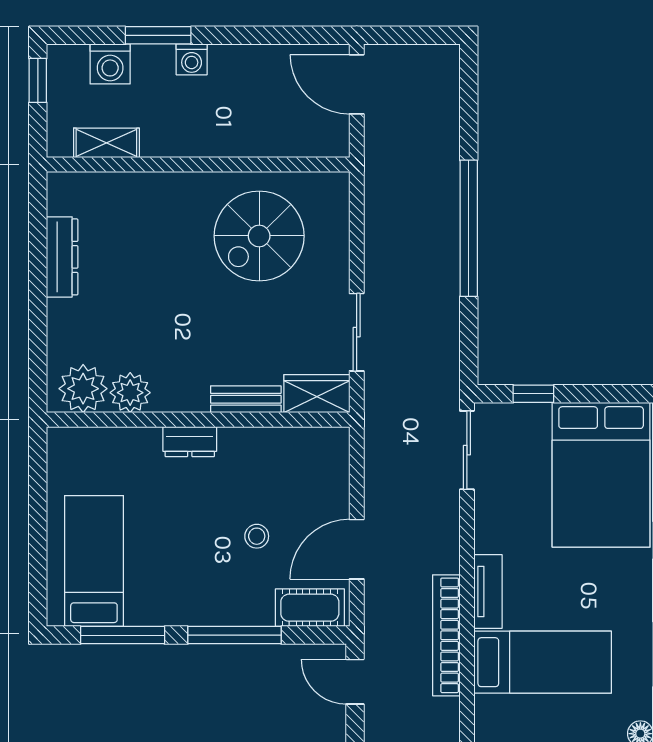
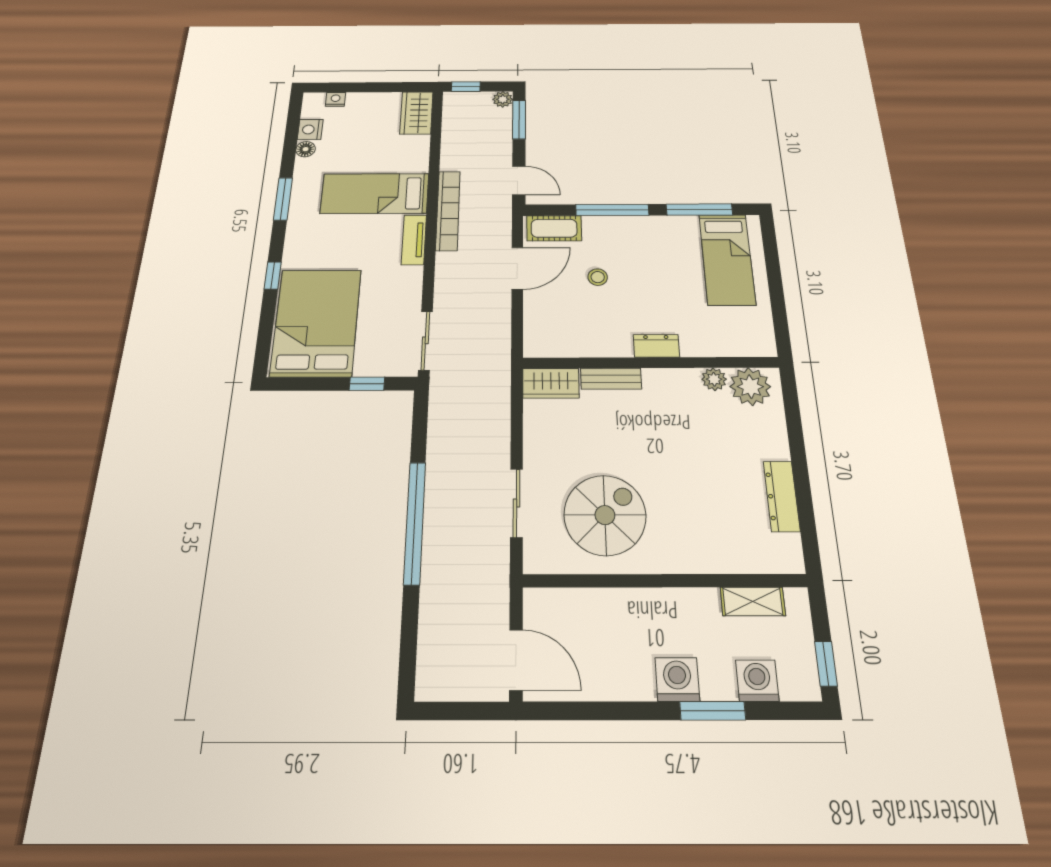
washing machine: (192, 59) -> (677, 679), width x1.38, depth x1.38
sliding door: (357, 332) -> (517, 503), moved
plant: (130, 393) -> (714, 379), width x0.73, depth x0.73

